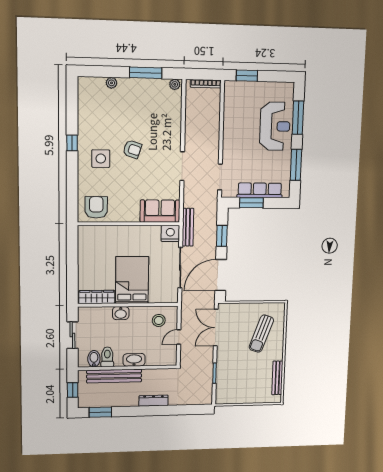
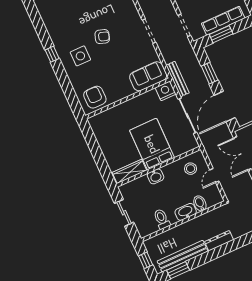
bidet: (94, 359) -> (200, 203), moved
bench: (114, 376) -> (182, 256), moved

